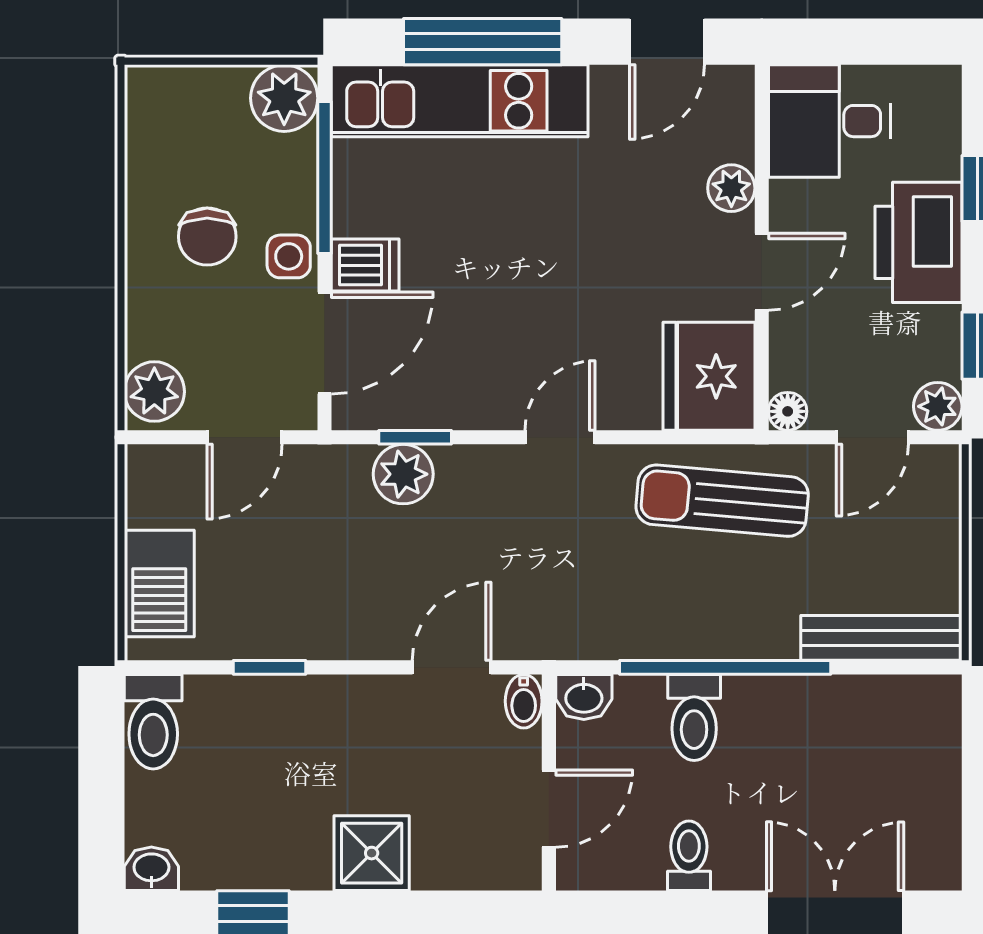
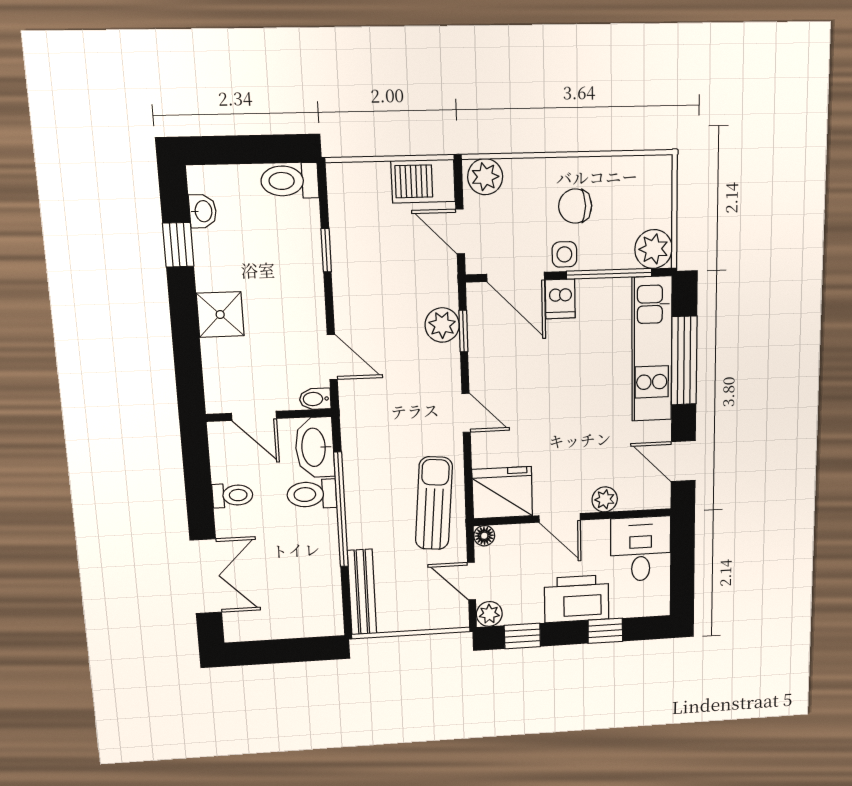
barbecue: (159, 584) -> (423, 181), moved
washbasin: (584, 697) -> (315, 447), width x1.91, depth x1.45
washbasin: (151, 869) -> (203, 211), moved

